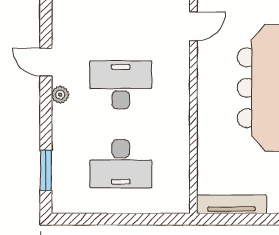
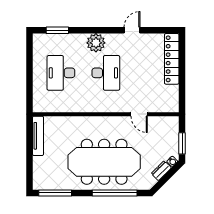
door: (46, 62) -> (132, 30), moved
plant: (60, 95) -> (96, 43), width x1.88, depth x1.88

